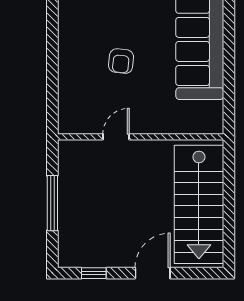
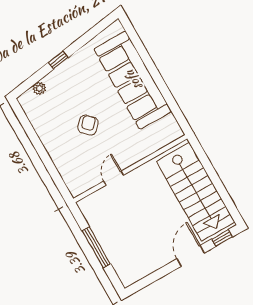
armchair: (121, 61) -> (88, 125), turned -142
window: (94, 273) -> (222, 238), moved

